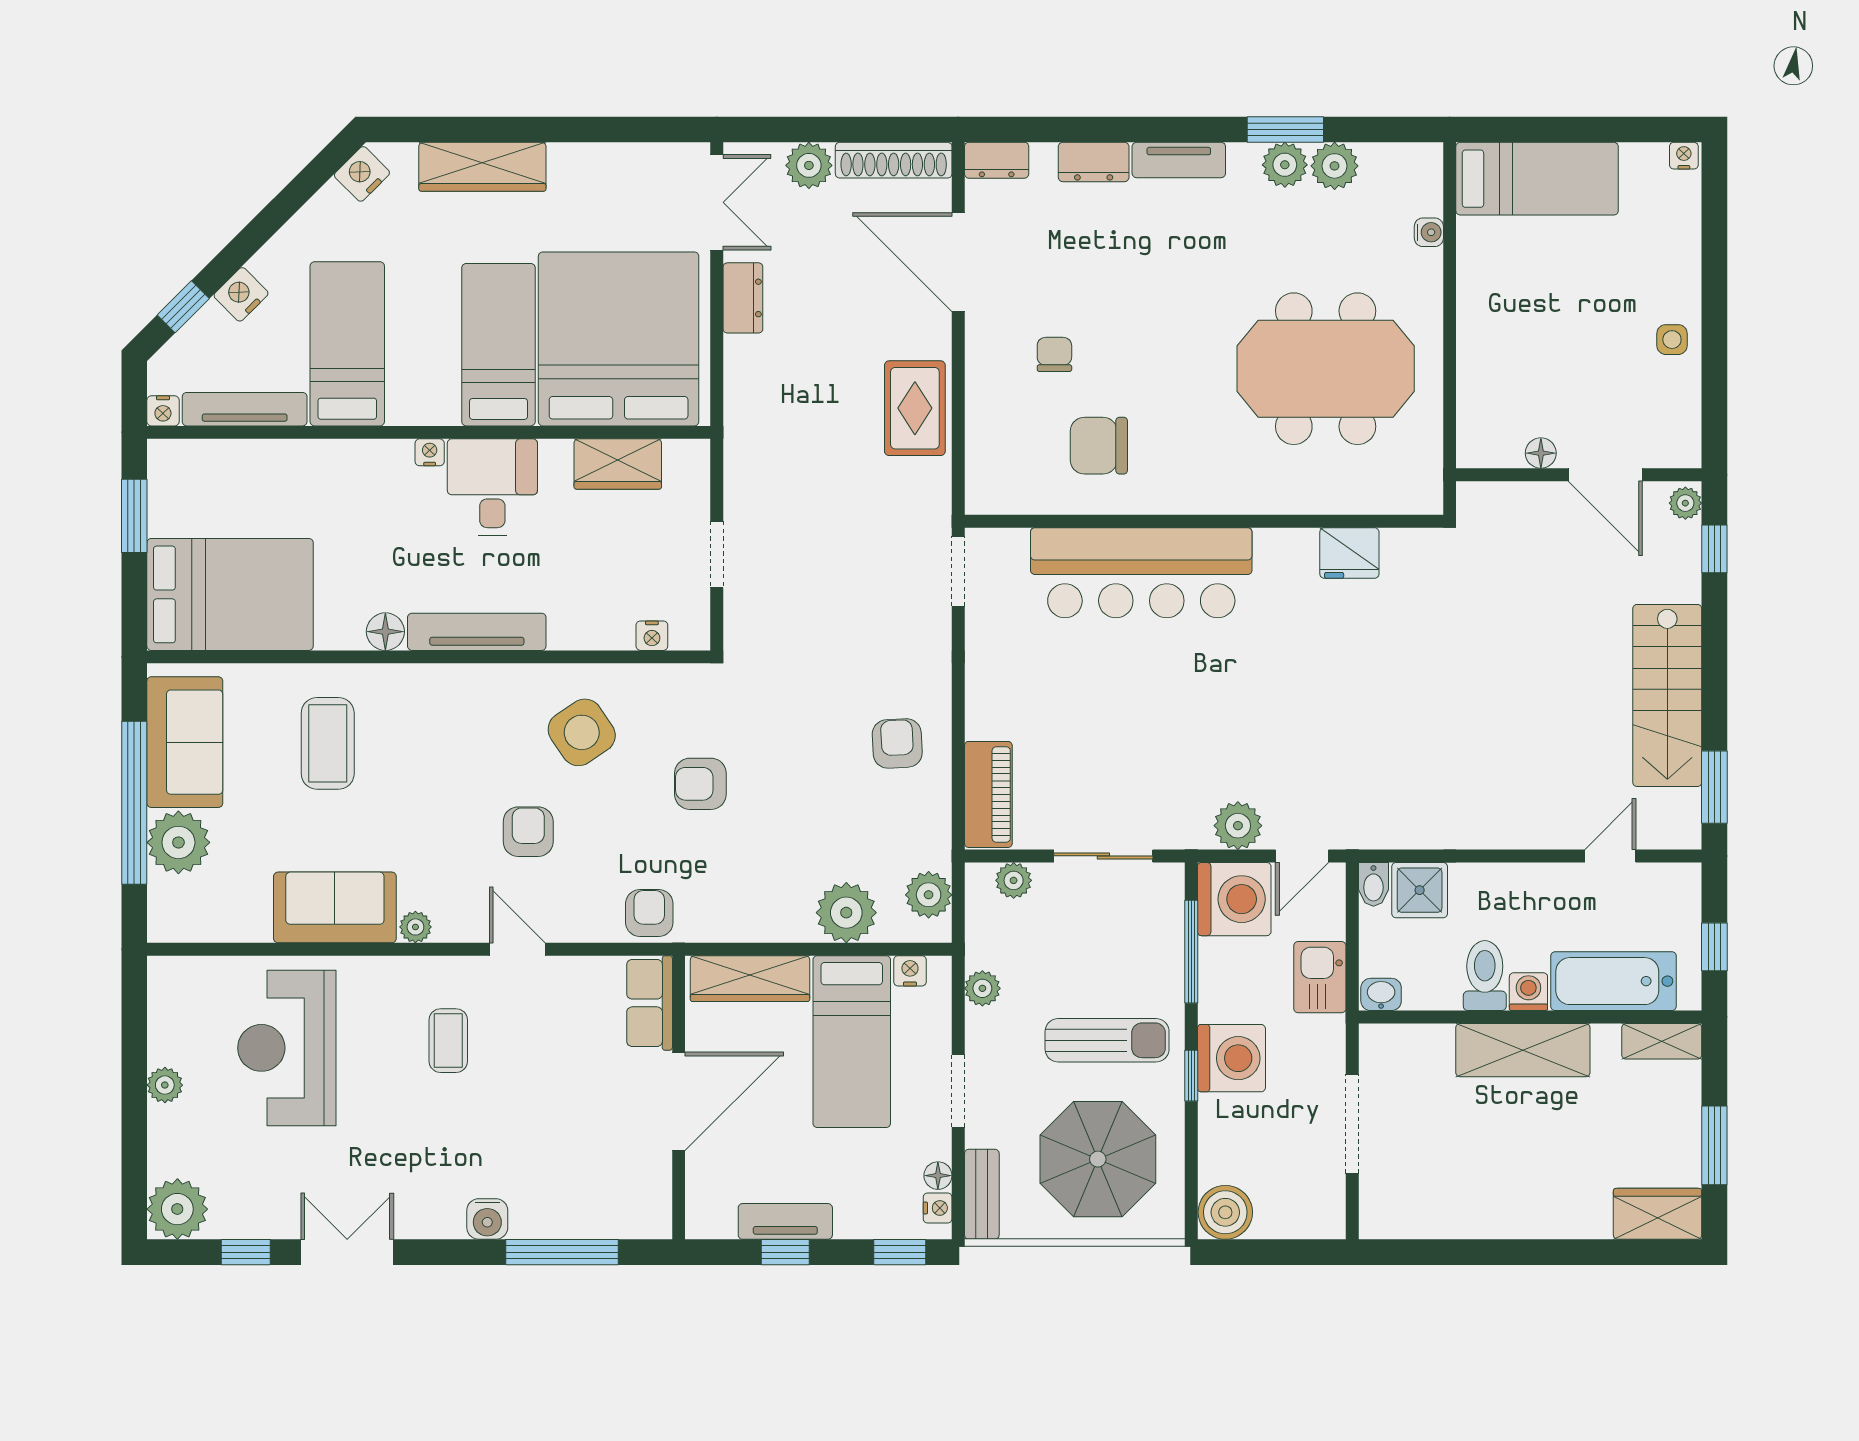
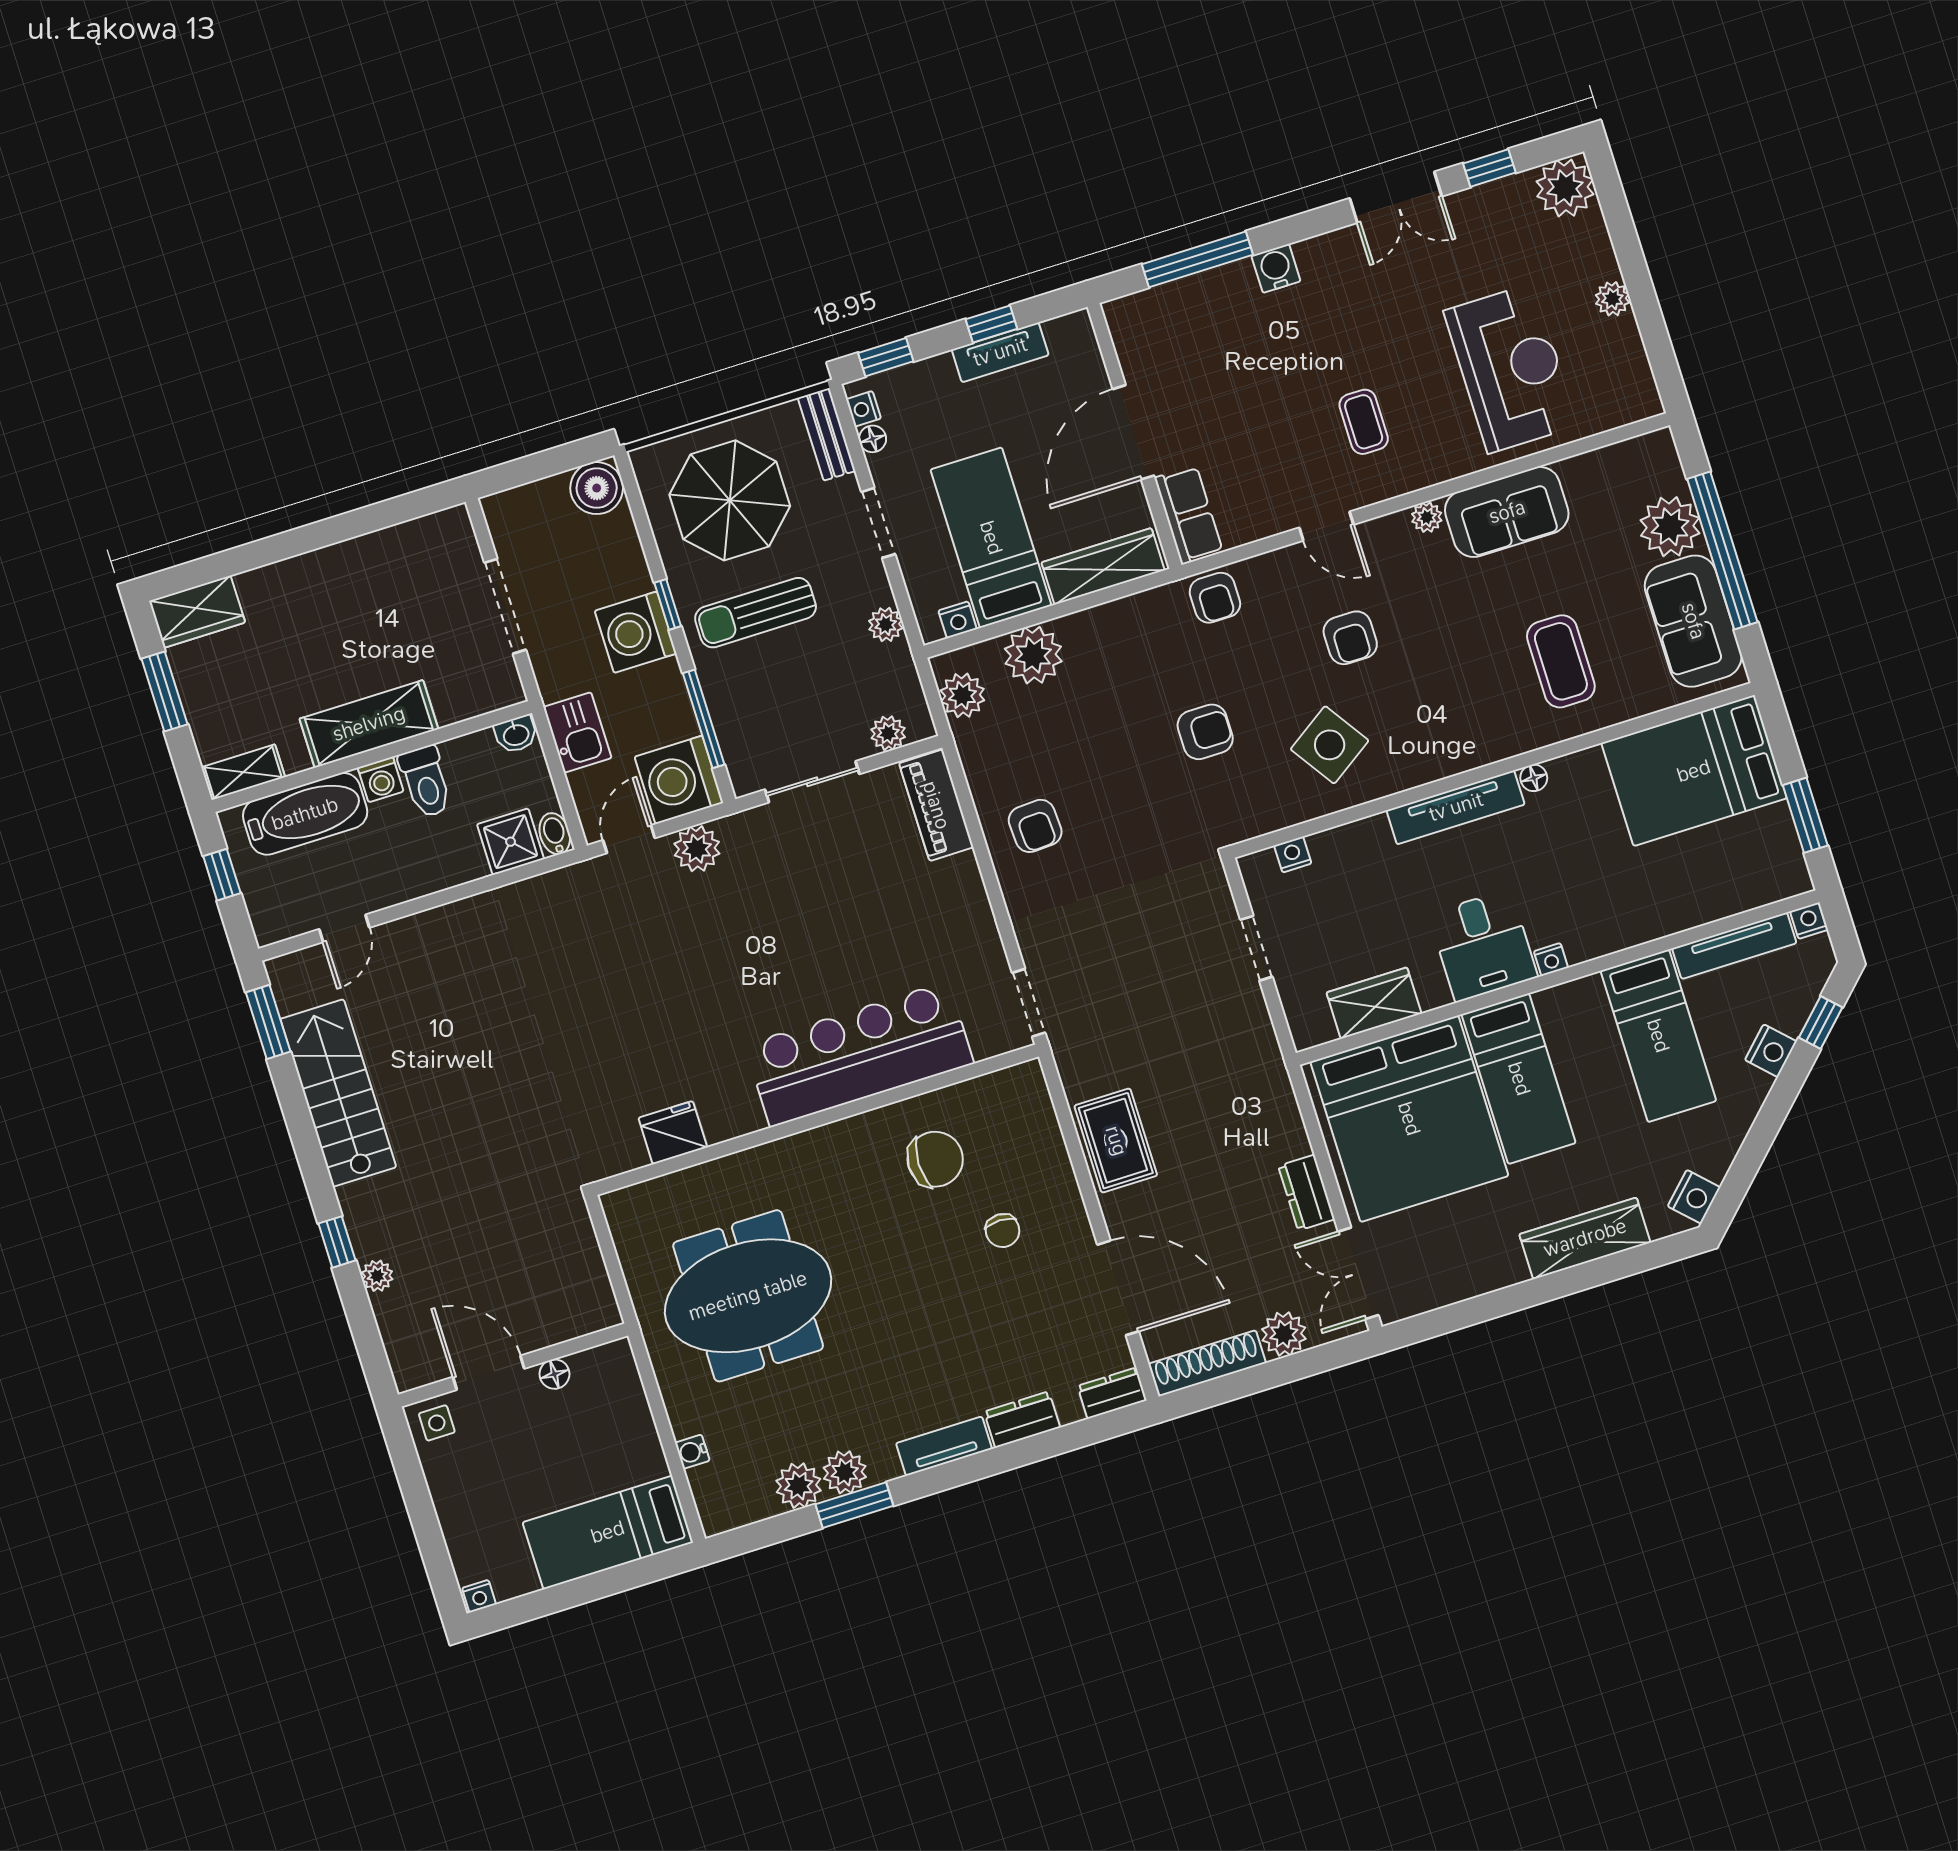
floor lamp: (1541, 453) -> (554, 1374), moved
wall: (1579, 475) -> (513, 1365), moved
door: (1605, 475) -> (489, 1373), moved
floor lamp: (385, 632) -> (1534, 778), width x0.73, depth x0.73

